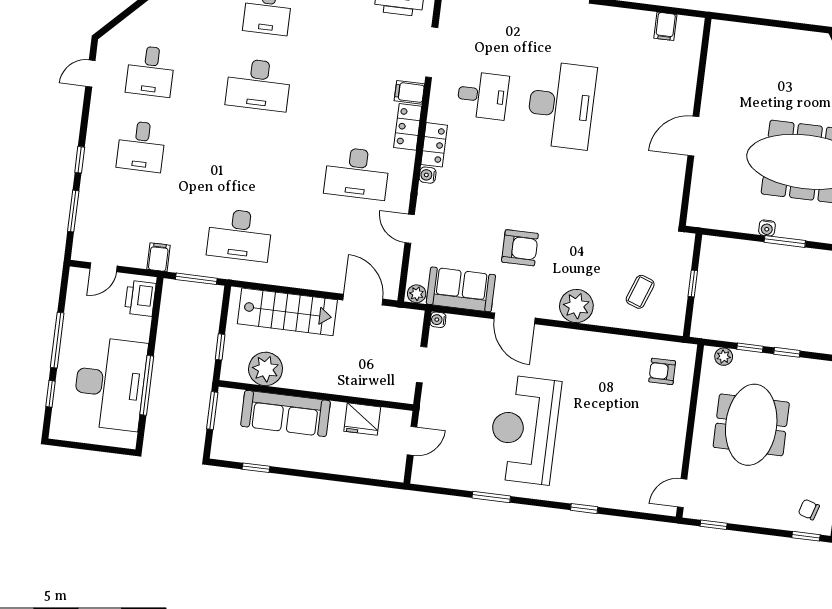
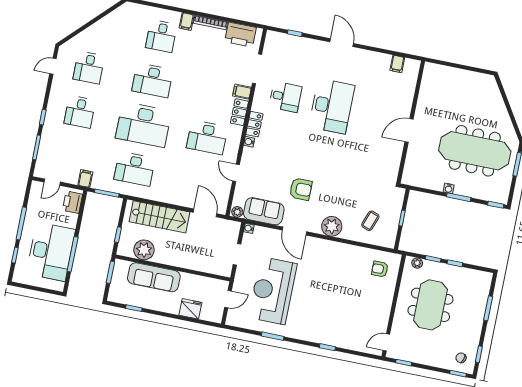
desk: (249, 160) -> (143, 125), added
fridge: (362, 419) -> (190, 309), moved, turned 180
reception desk: (524, 430) -> (273, 291), moved

